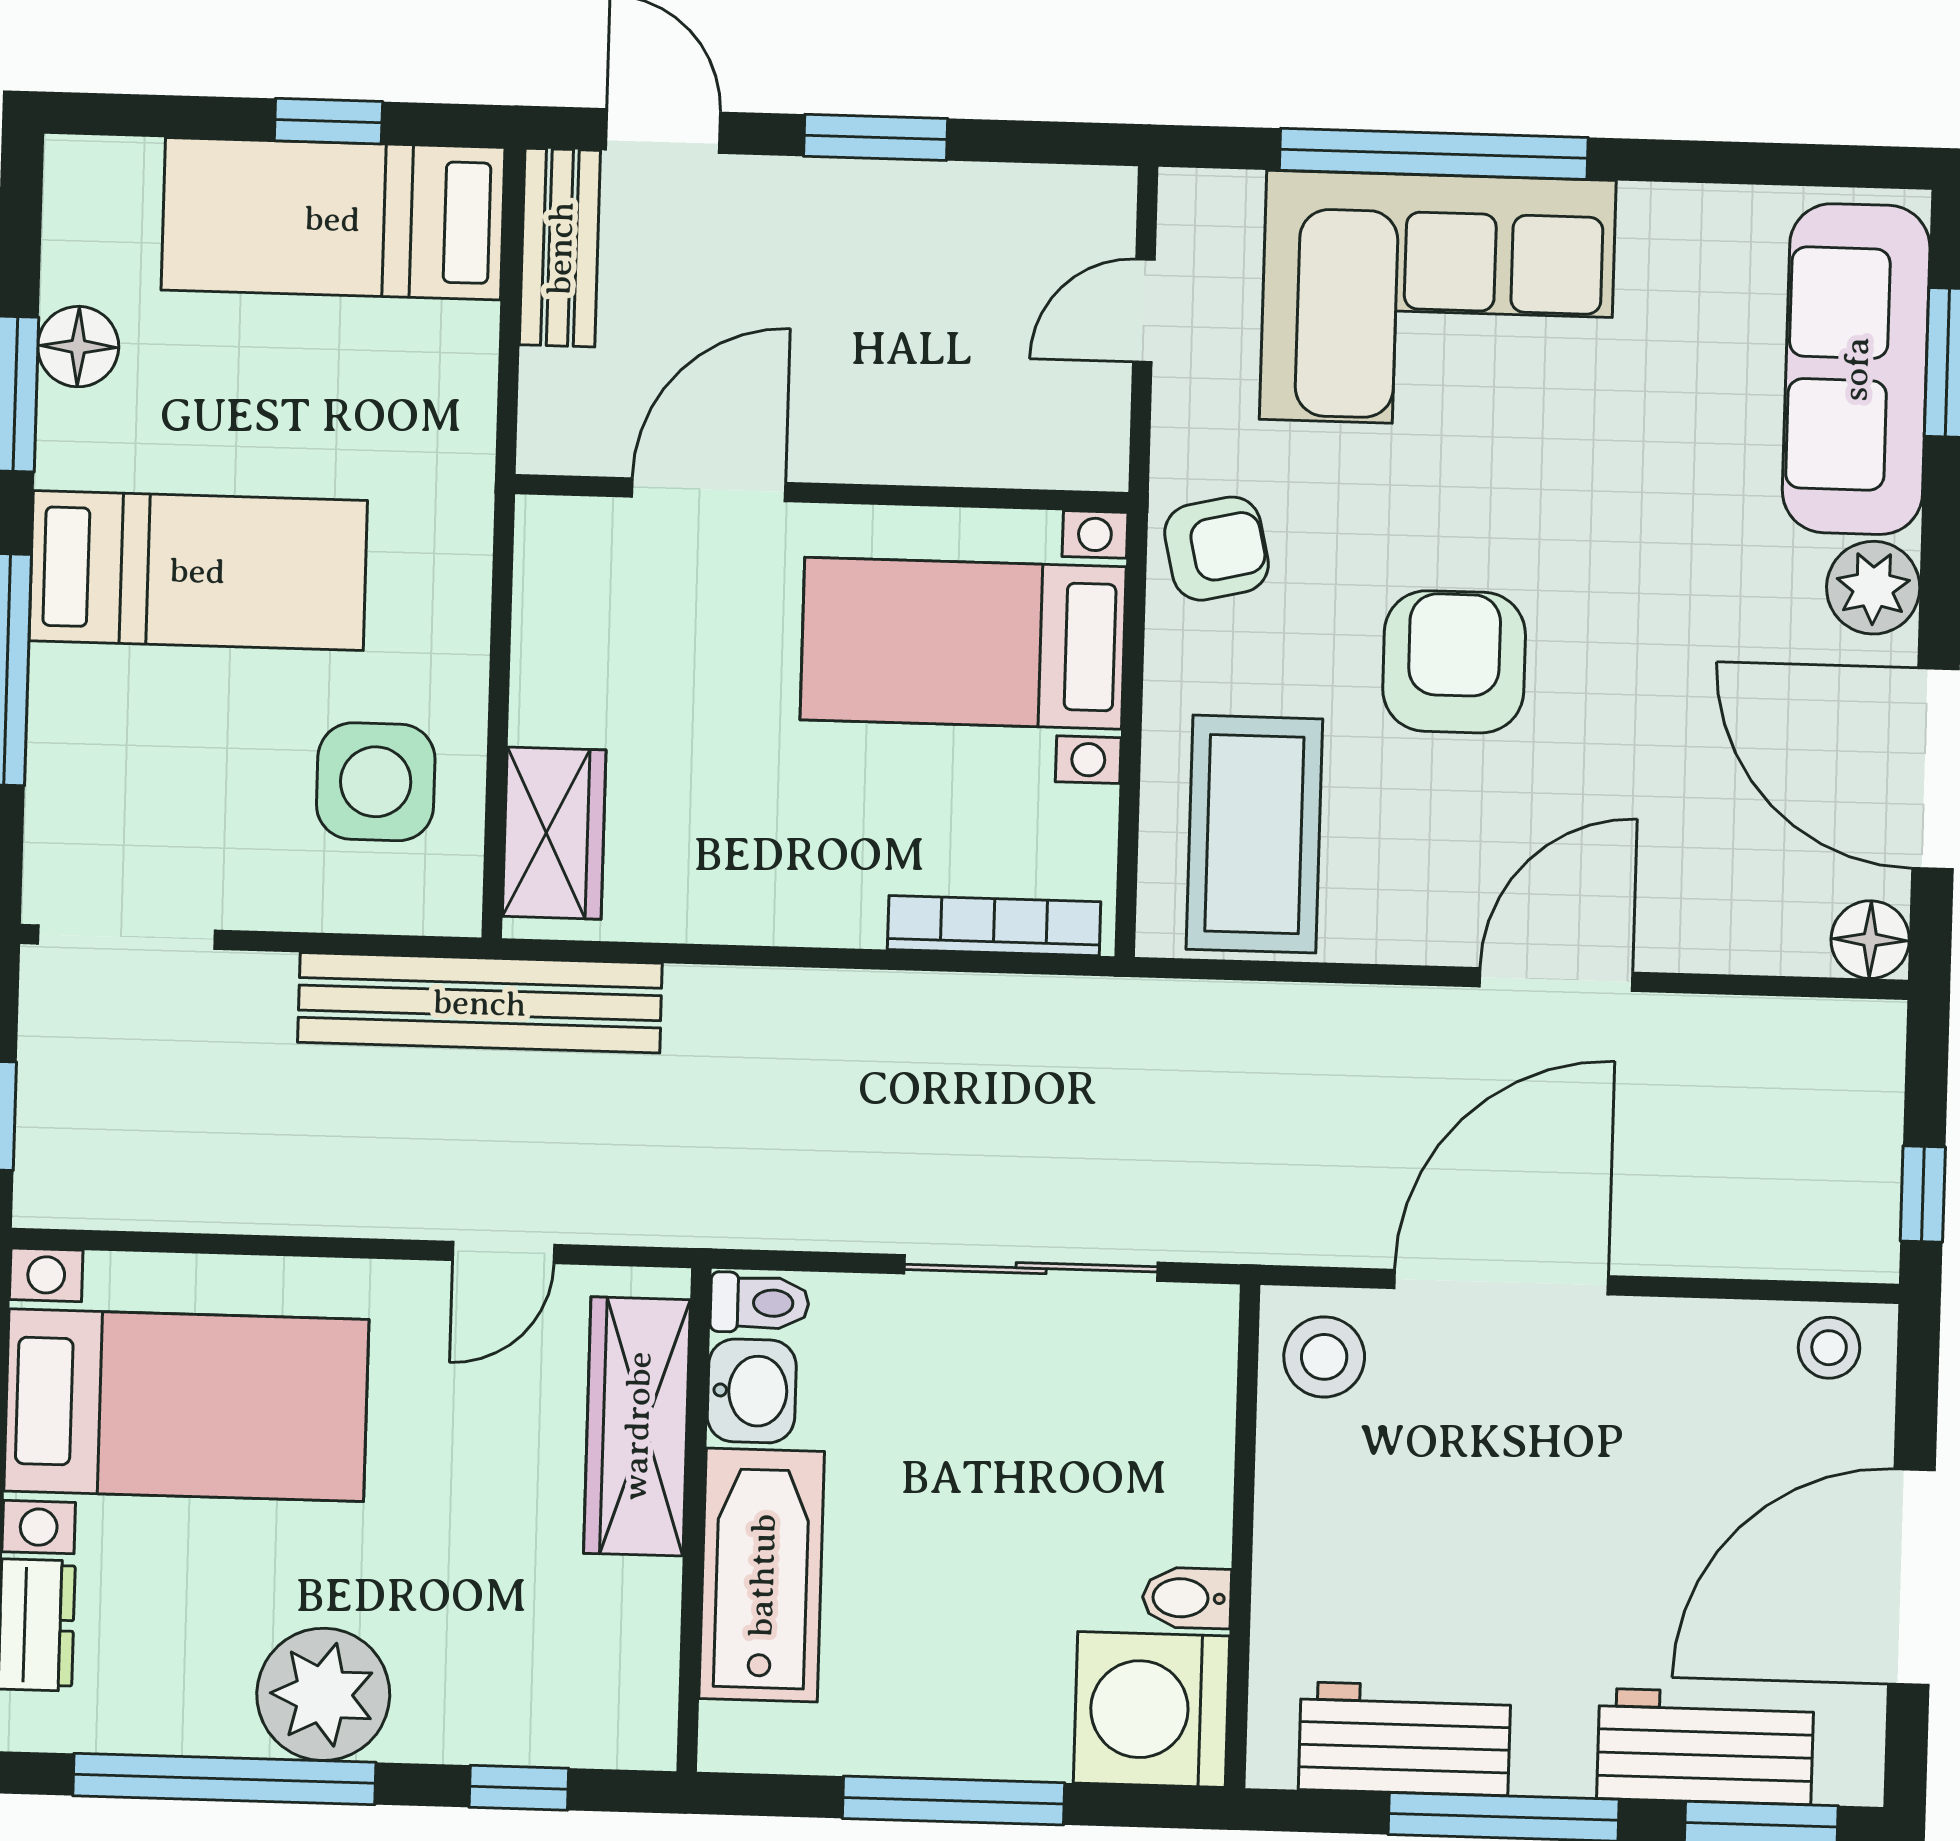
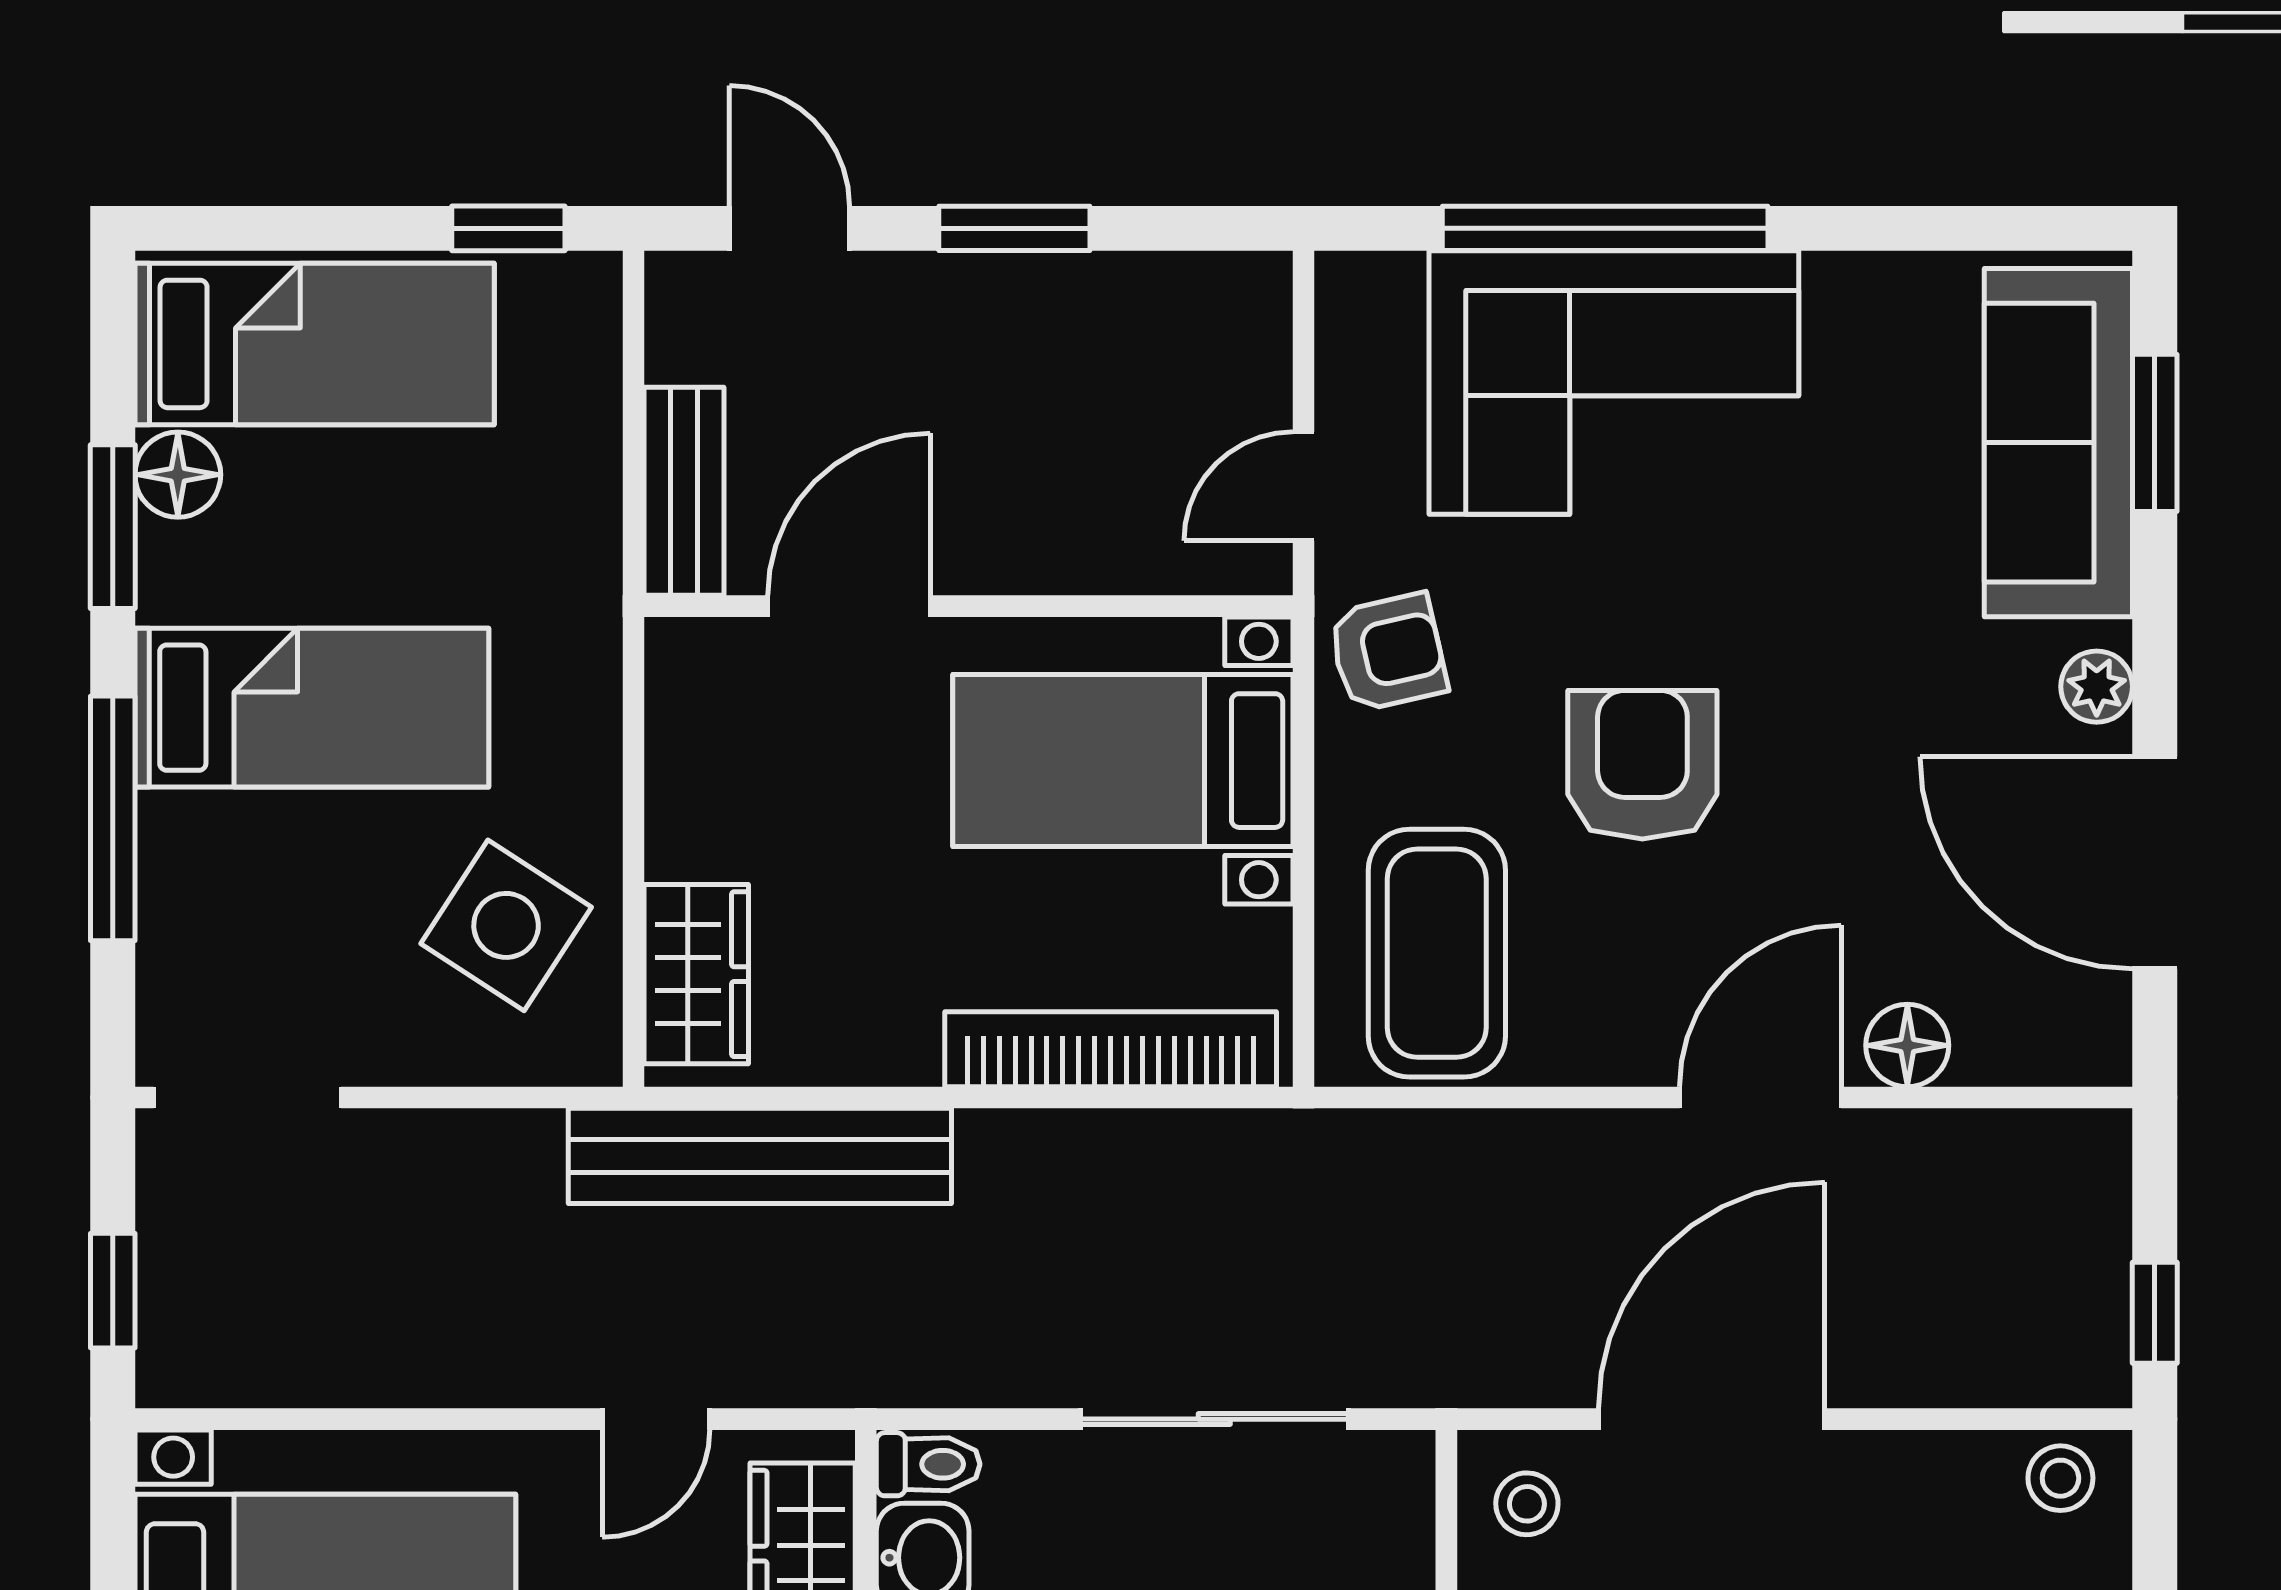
window: (328, 121) -> (508, 228), moved
bed: (333, 219) -> (315, 344), moved, turned 180
bench: (560, 248) -> (684, 491), moved
door: (1144, 311) -> (1303, 486), moved
plant: (1873, 588) -> (2097, 687), width x0.73, depth x0.73
side table: (376, 782) -> (506, 925), turned 33
bookcase: (994, 926) -> (1111, 1049), width x1.48, depth x1.31
floor lamp: (1870, 940) -> (1907, 1045), moved
bench: (480, 1003) -> (760, 1156), moved
stool: (1324, 1357) -> (1527, 1504), width x0.73, depth x0.73

